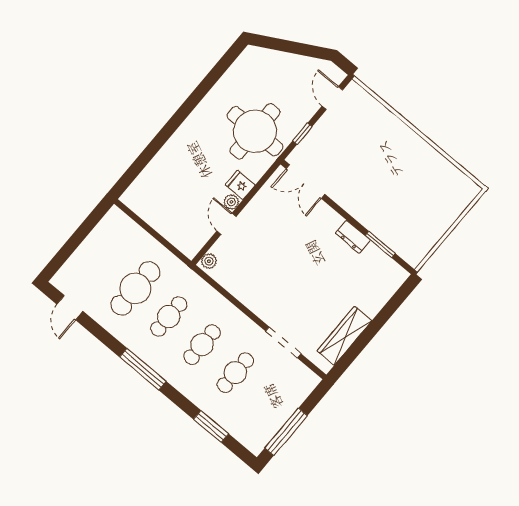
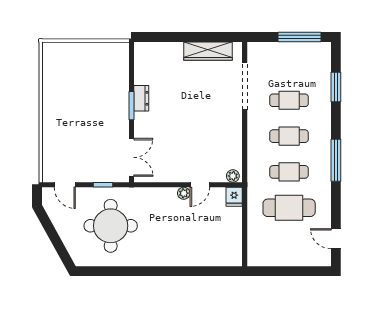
door: (332, 98) -> (65, 185), hinge flipped
round table: (255, 131) -> (111, 226), moved
fridge: (240, 185) -> (234, 197), moved
window: (380, 245) -> (132, 106), moved
door: (70, 308) -> (336, 239), swing flipped
doorway: (283, 342) -> (245, 86), width x1.36

